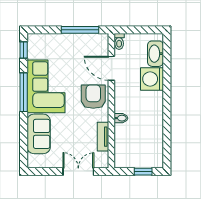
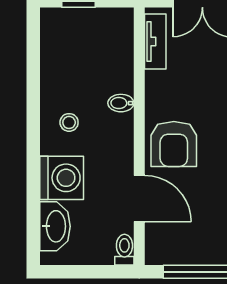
stool: (148, 108) -> (69, 122), added
tv unit: (103, 137) -> (155, 41), moved

